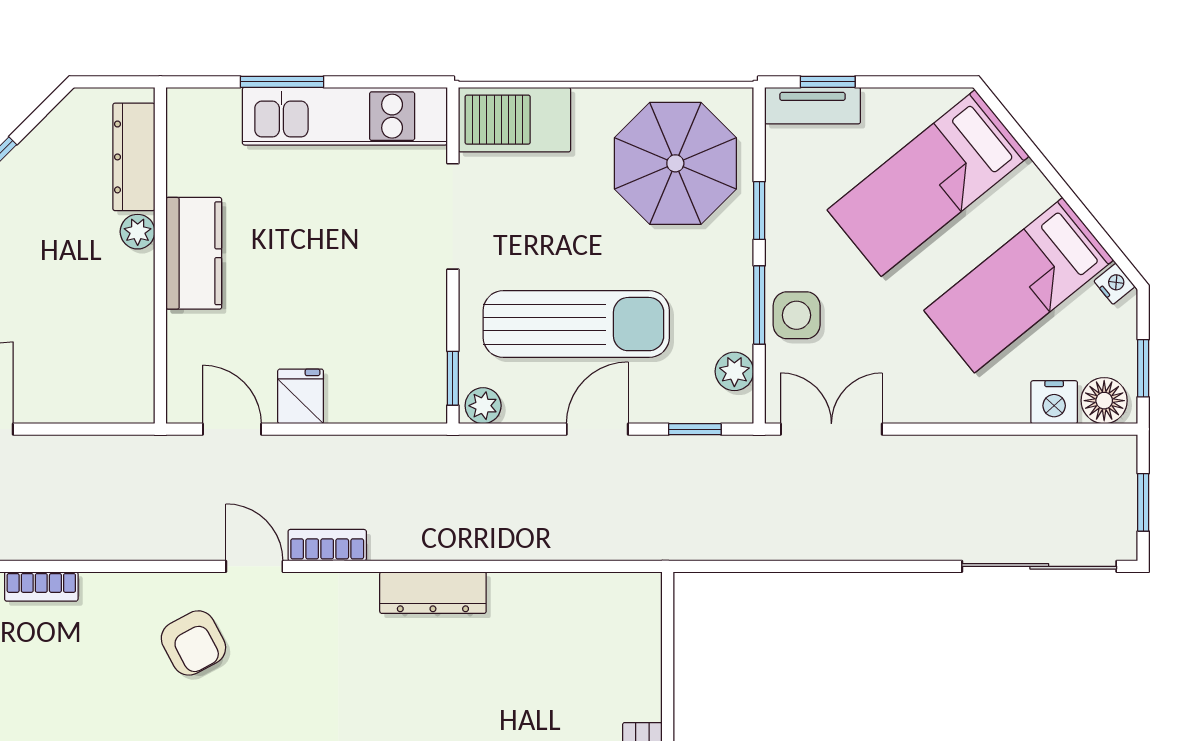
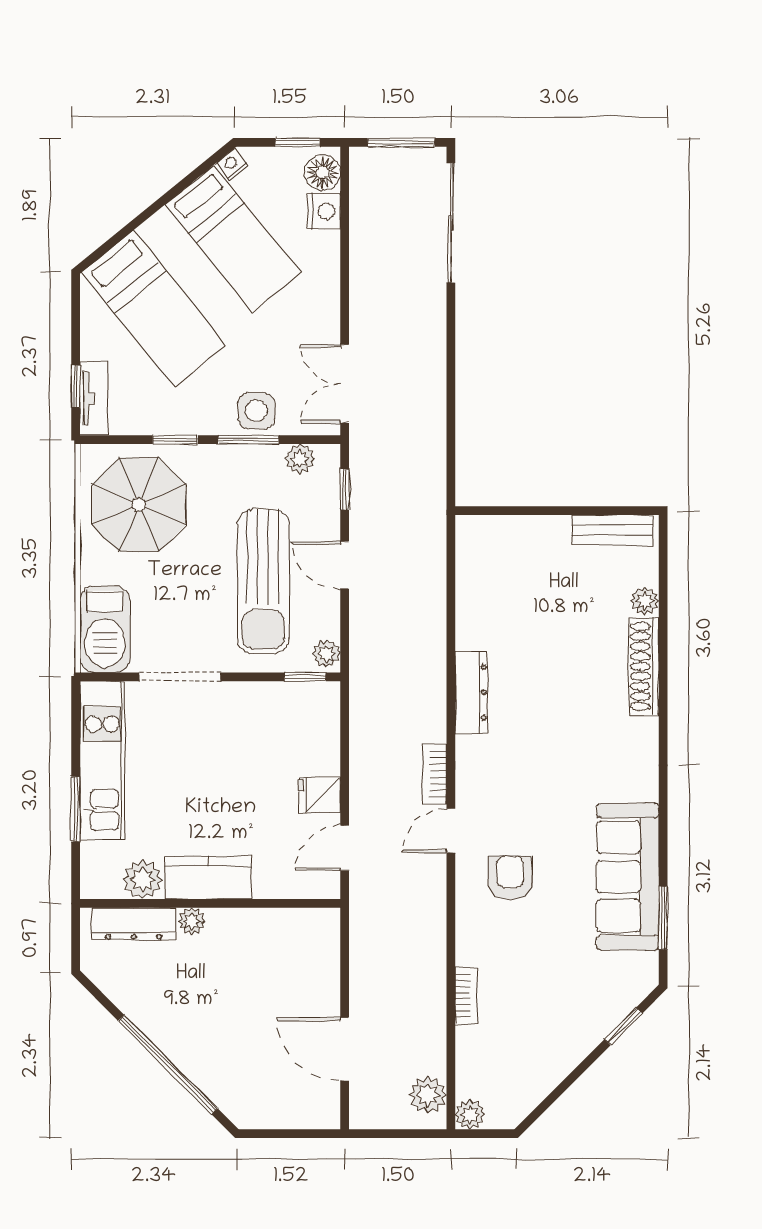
plant: (191, 169) -> (143, 880), added
sun lounger: (576, 324) -> (263, 581), turned 180
window: (1143, 502) -> (401, 142), width x1.50
armchair: (193, 643) -> (510, 878), turned -62

